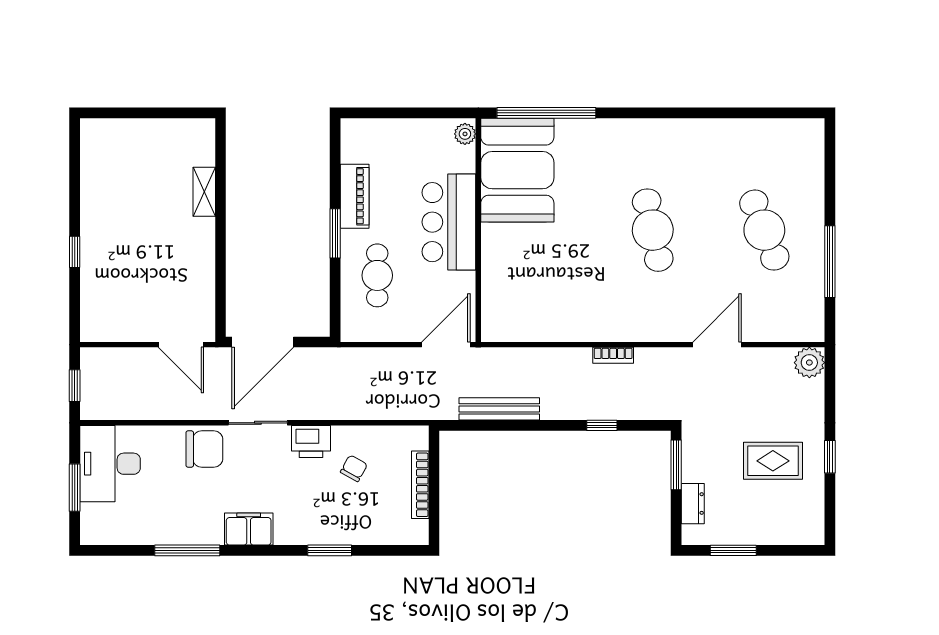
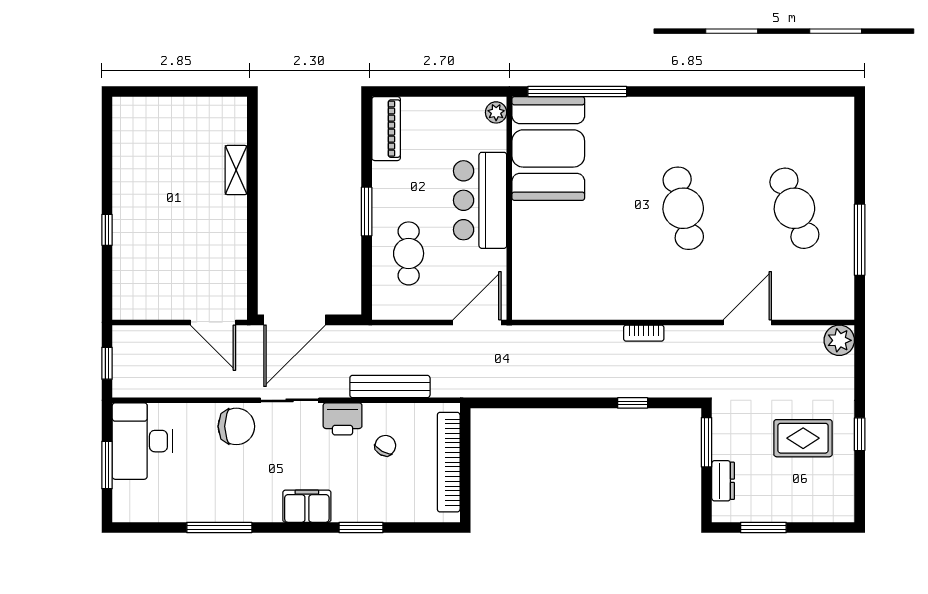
piano: (355, 196) -> (386, 129), moved
bench: (499, 409) -> (390, 386), moved
bookcase: (420, 485) -> (449, 462), width x1.48, depth x1.31
filing cabinet: (249, 529) -> (307, 506), moved

